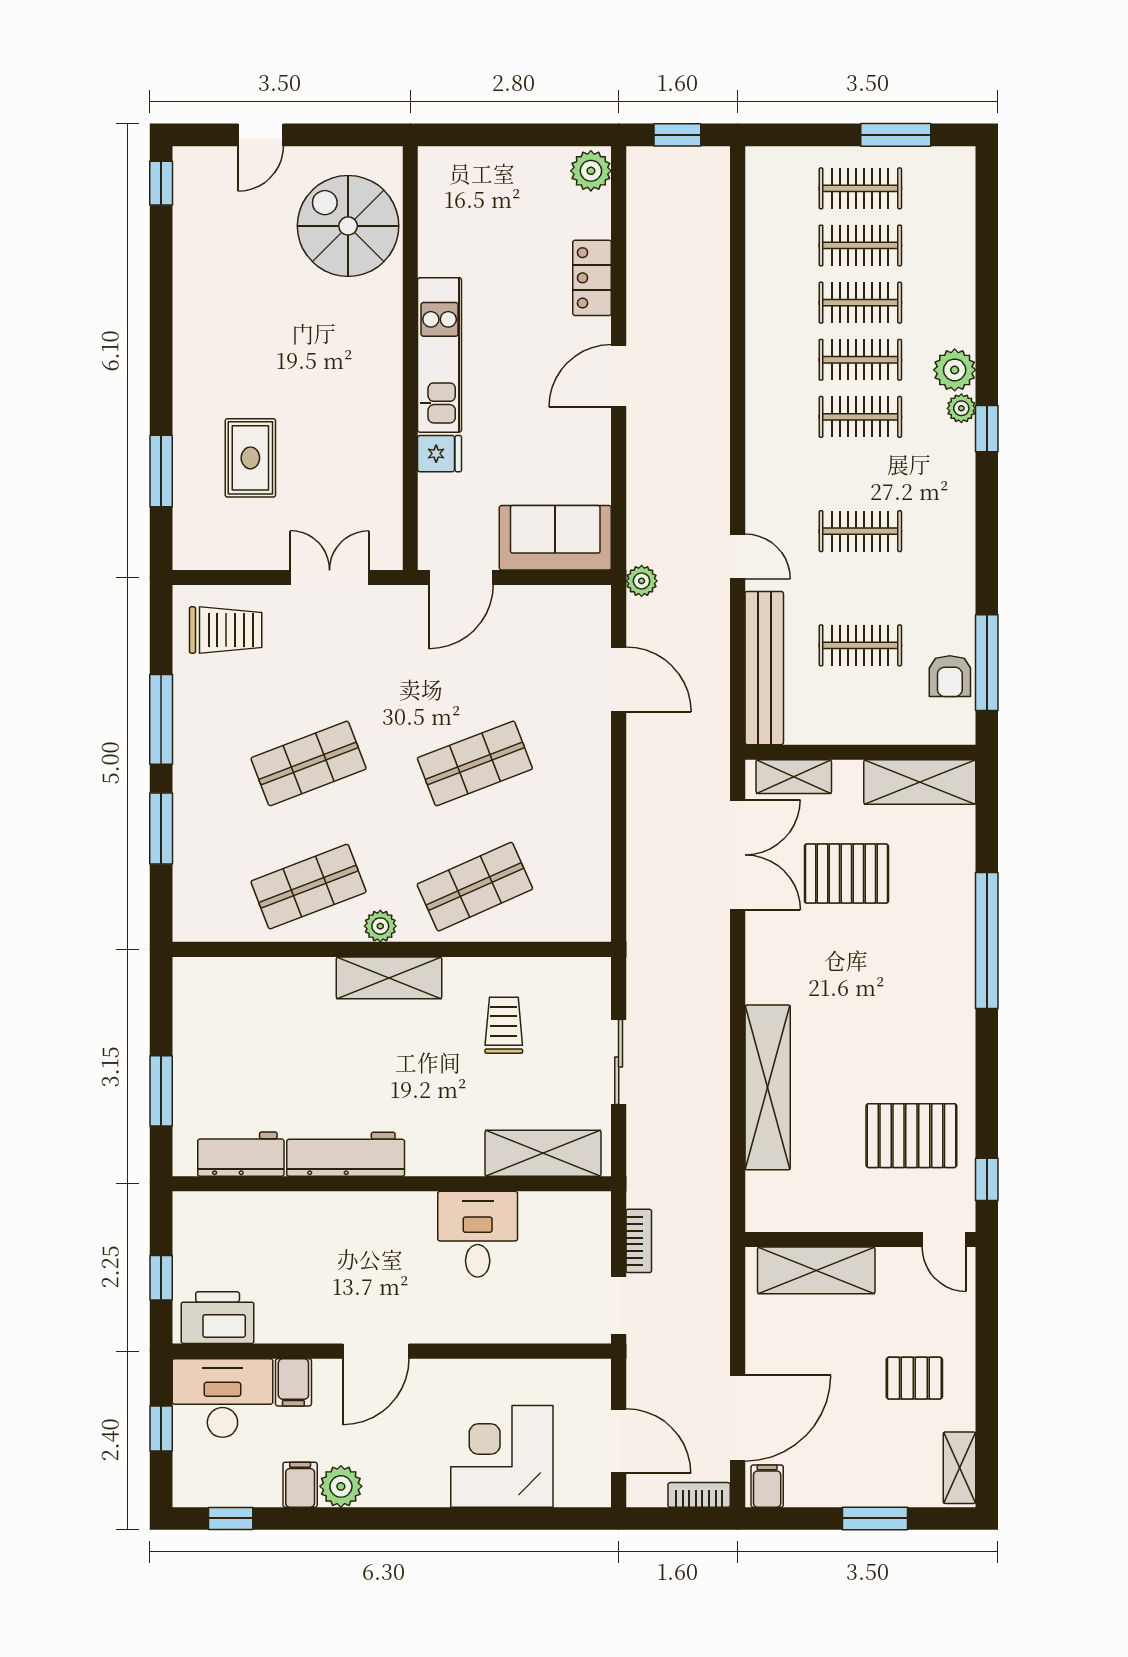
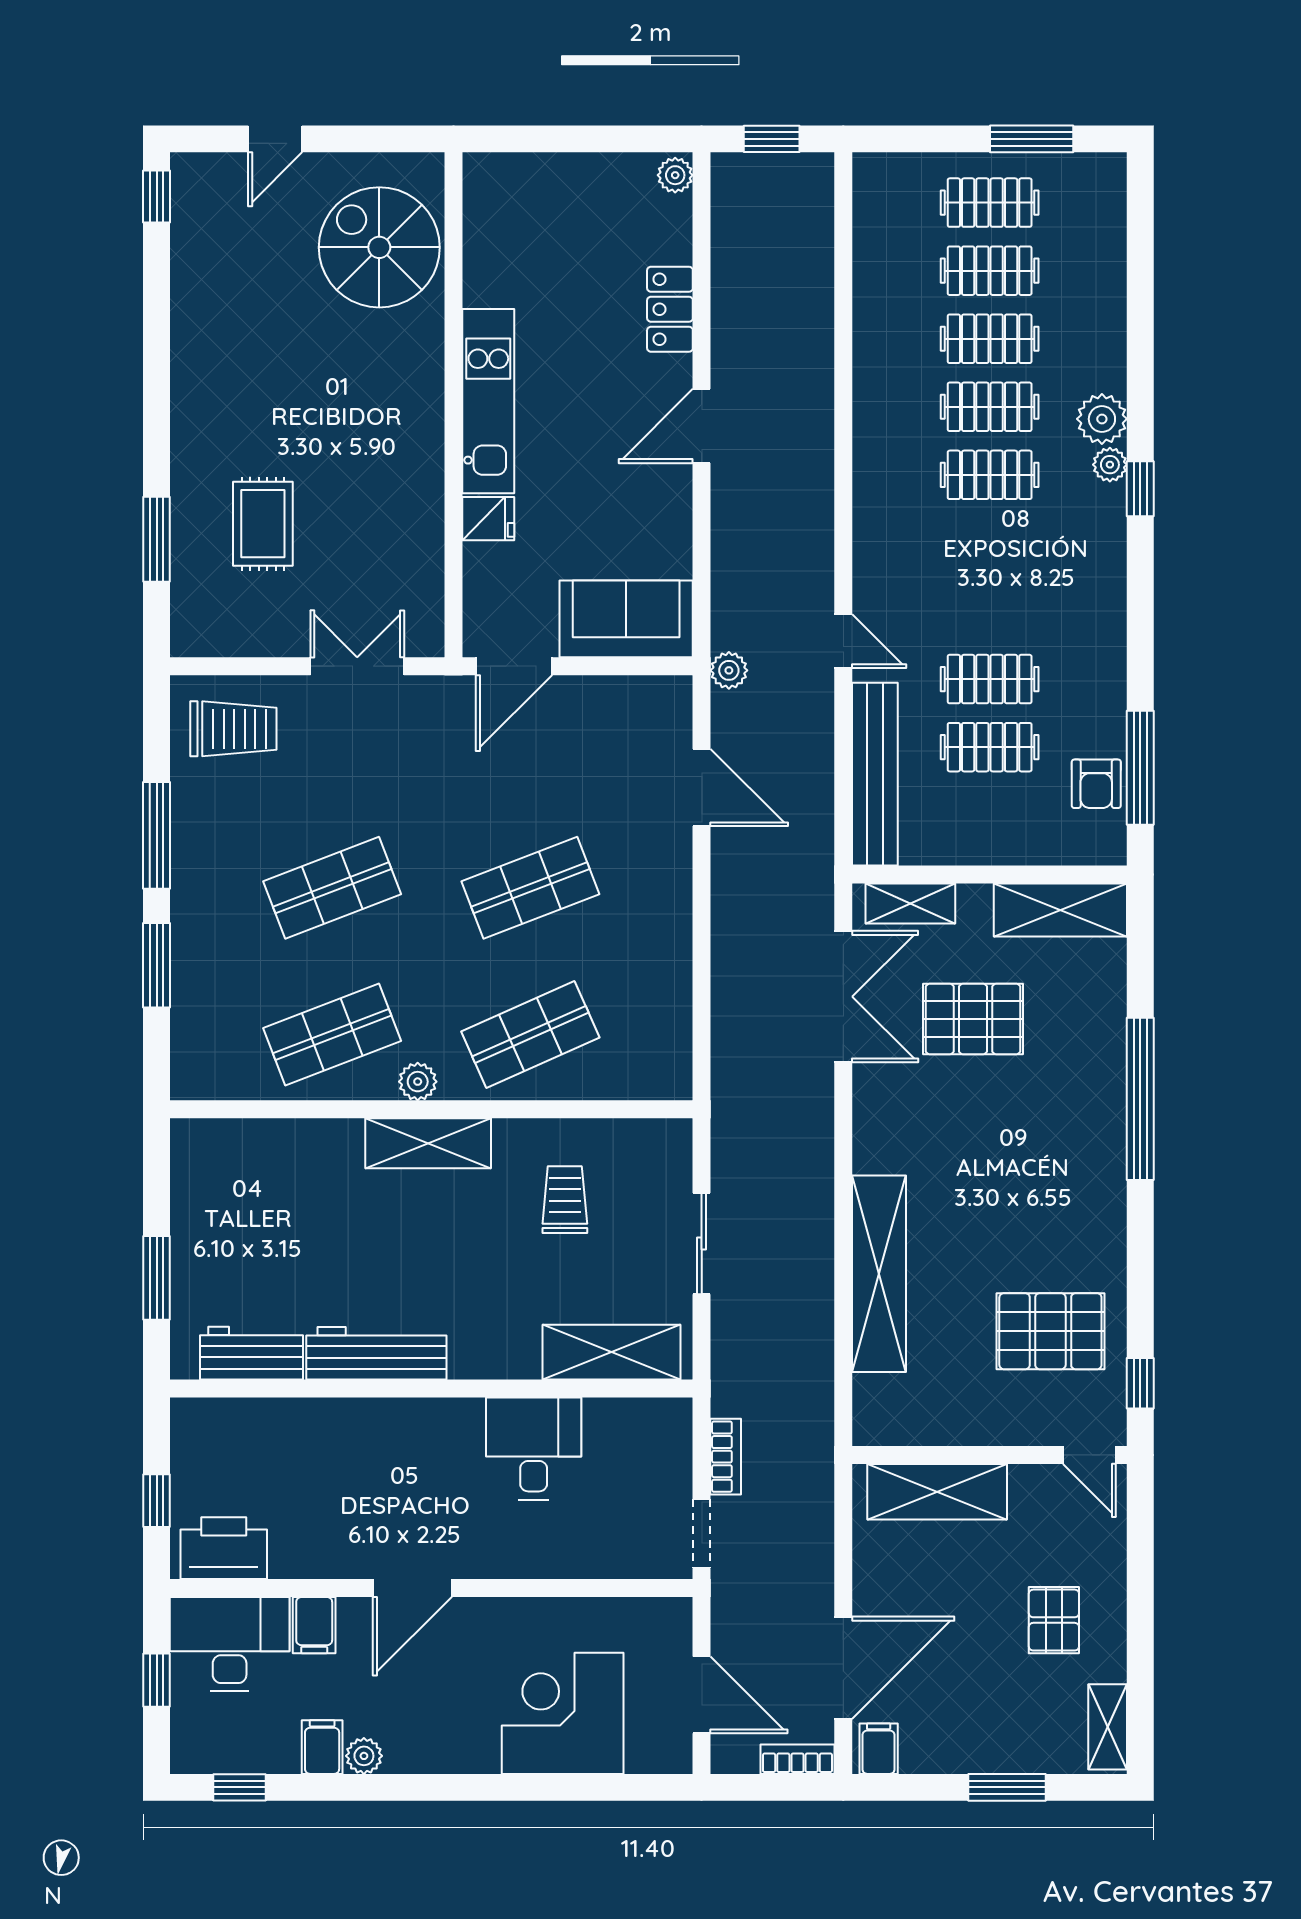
plant: (591, 171) -> (675, 175), width x0.73, depth x0.73
clothes rail: (860, 531) -> (990, 679), moved
pallet: (914, 1378) -> (1054, 1620), turned 90
plant: (341, 1486) -> (364, 1756), width x0.73, depth x0.73

